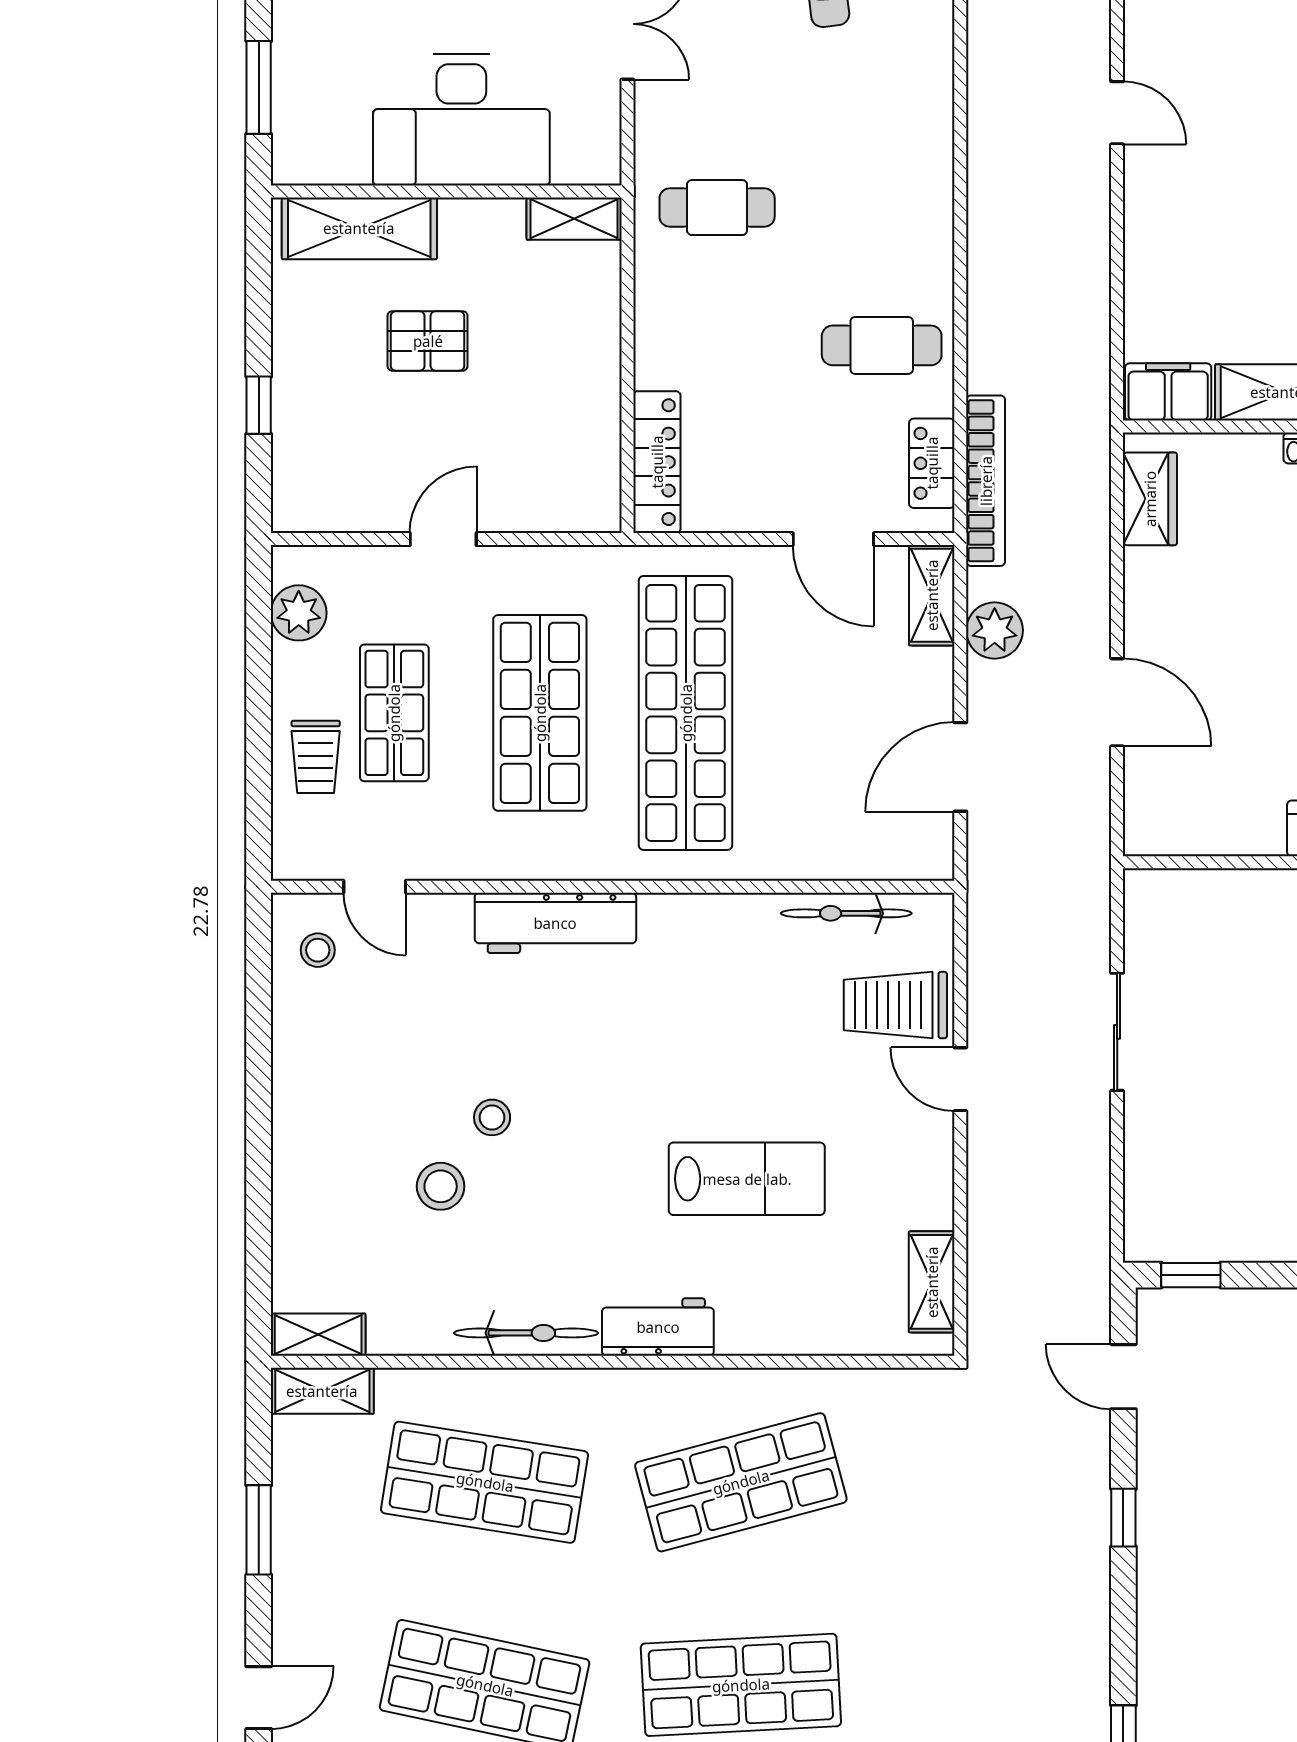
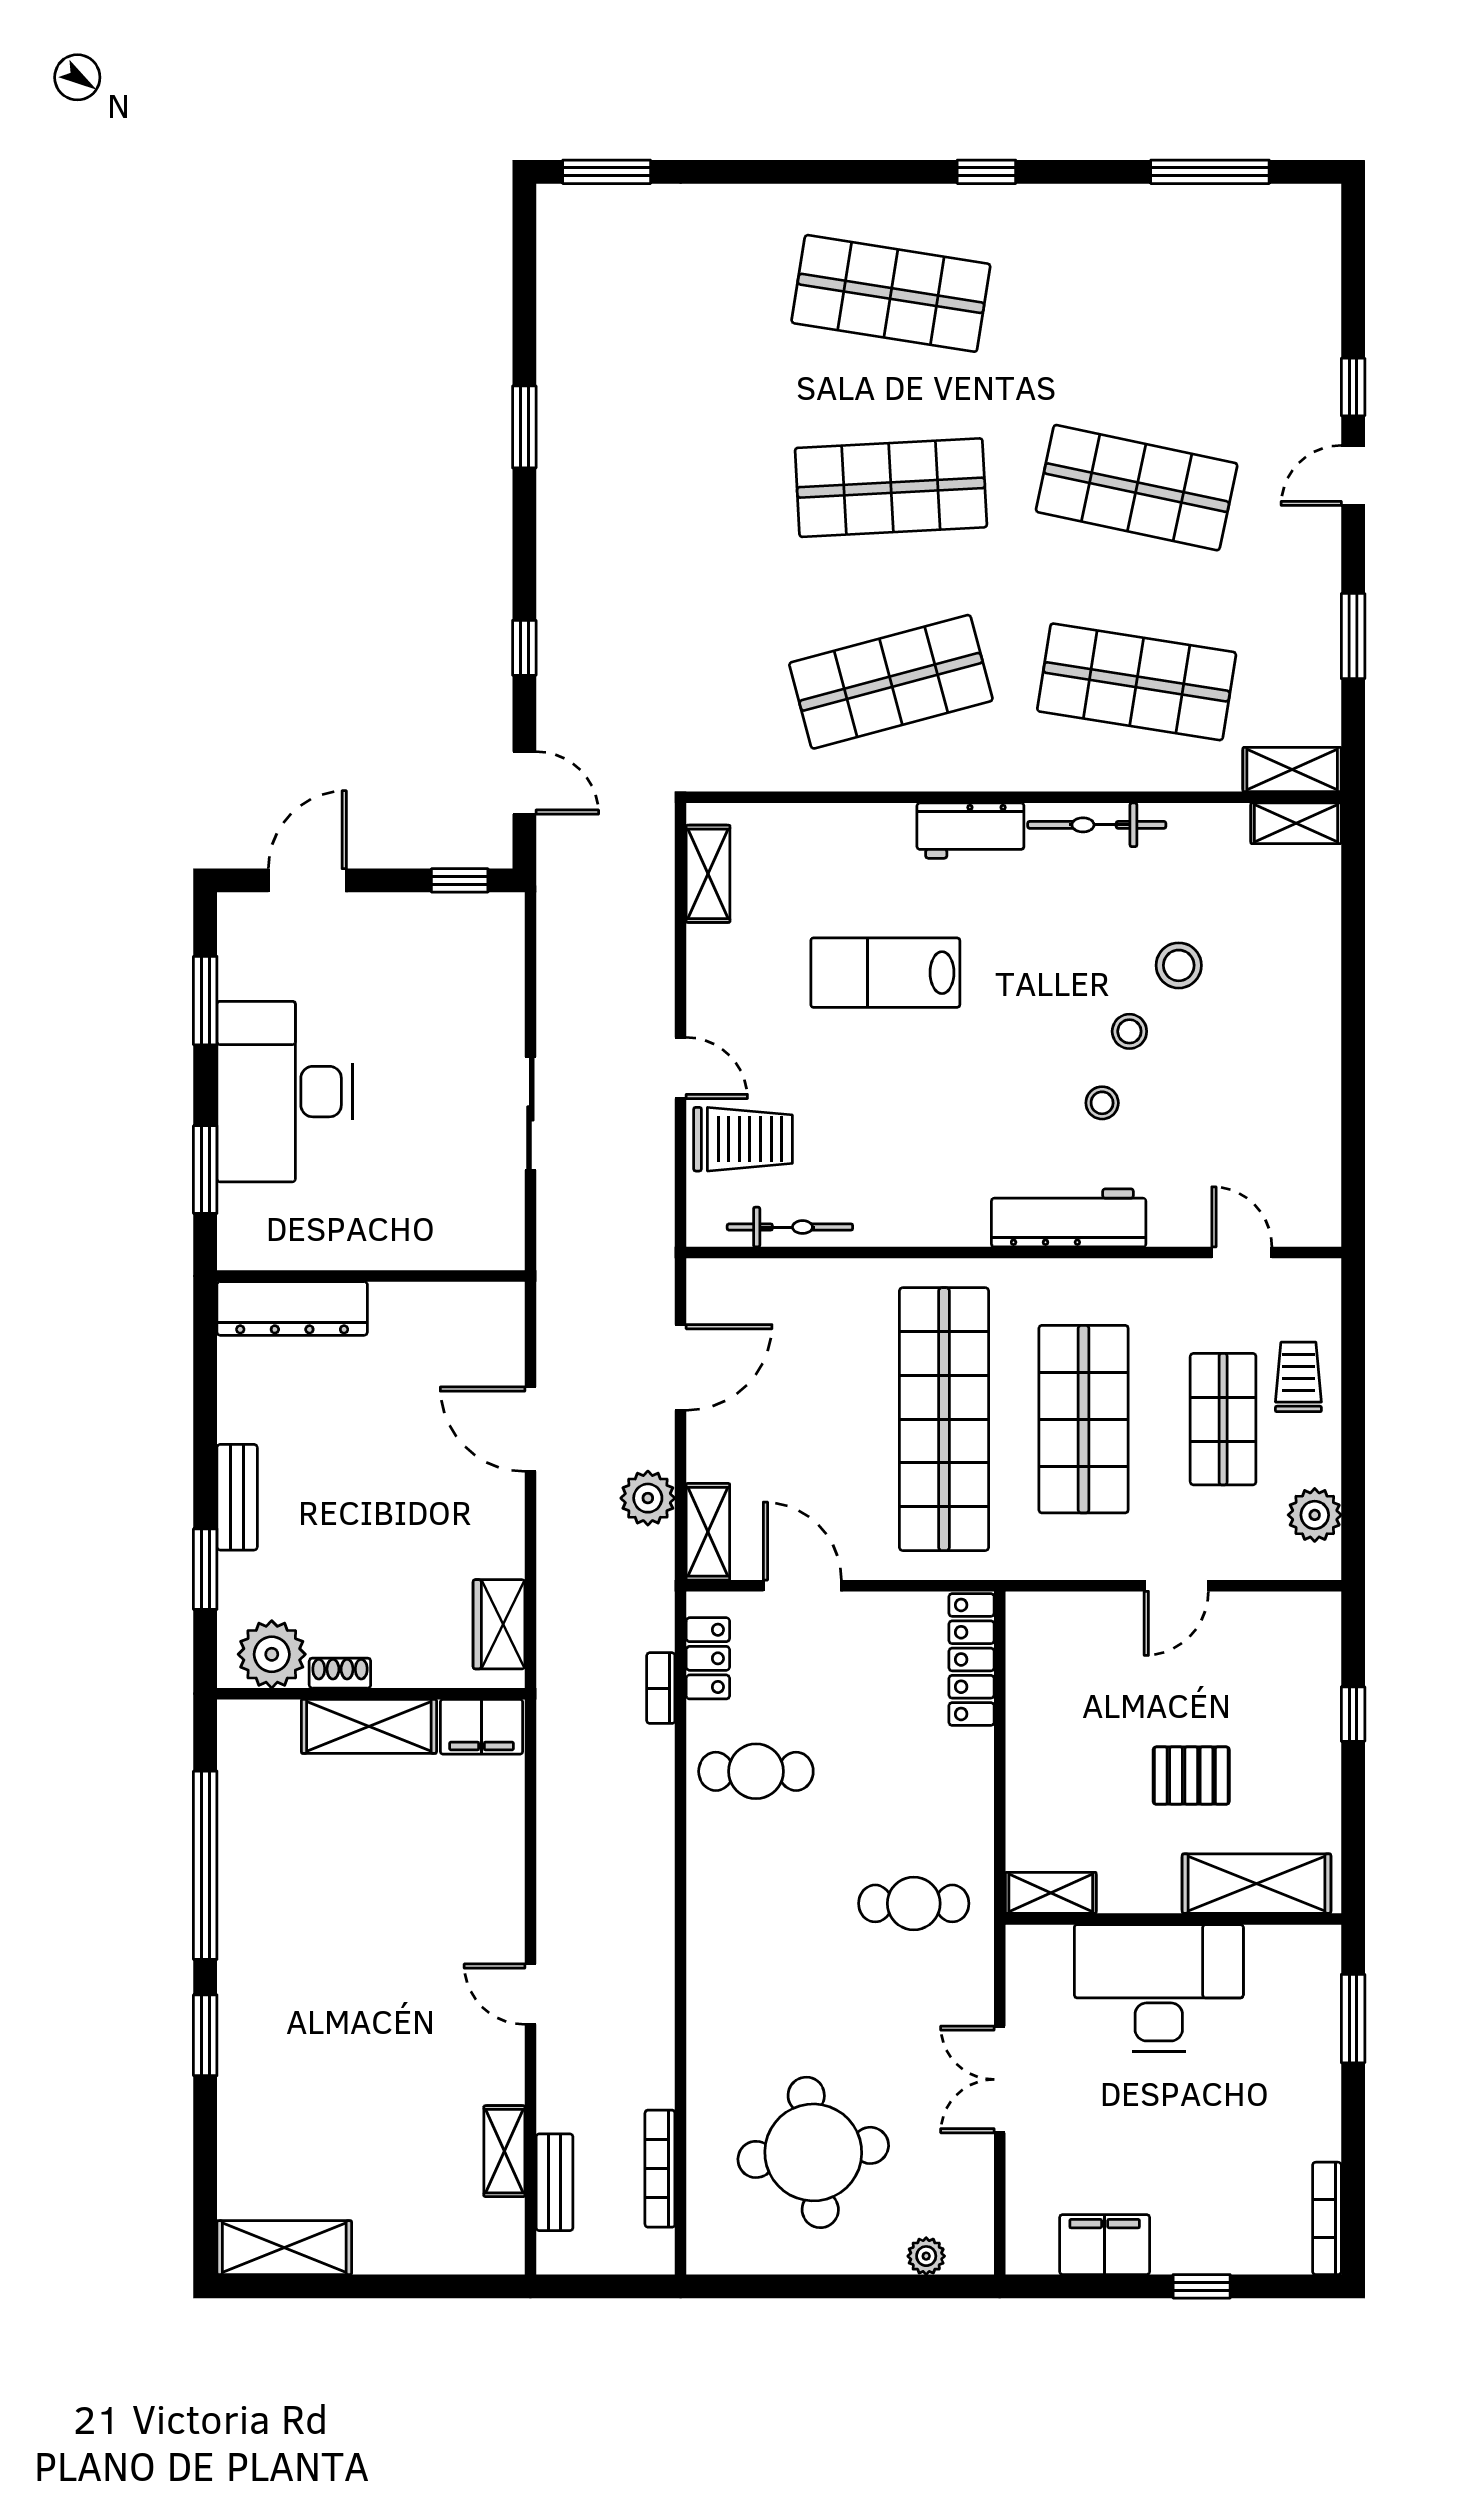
bookcase: (986, 481) -> (661, 1688), width x0.43, depth x0.76
stool: (318, 950) -> (1102, 1103), moved

